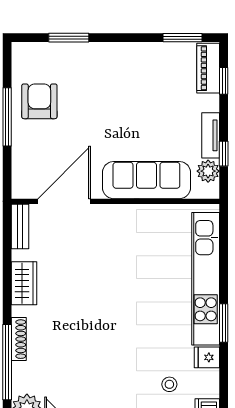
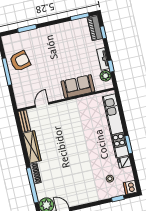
armchair: (39, 101) -> (20, 61), turned 76
sofa: (146, 180) -> (78, 86), width x0.73
door: (64, 201) -> (42, 105), width x0.53
wardrobe: (24, 283) -> (32, 147), width x1.50

